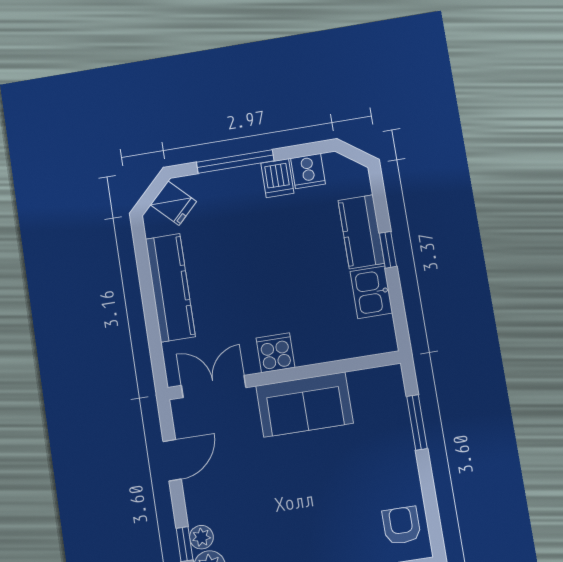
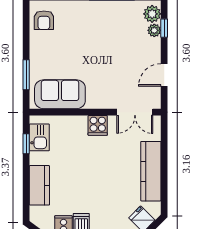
window: (388, 250) -> (26, 144), moved
kitchen sink: (371, 292) -> (39, 137), moved
sofa: (304, 405) -> (60, 94), moved

